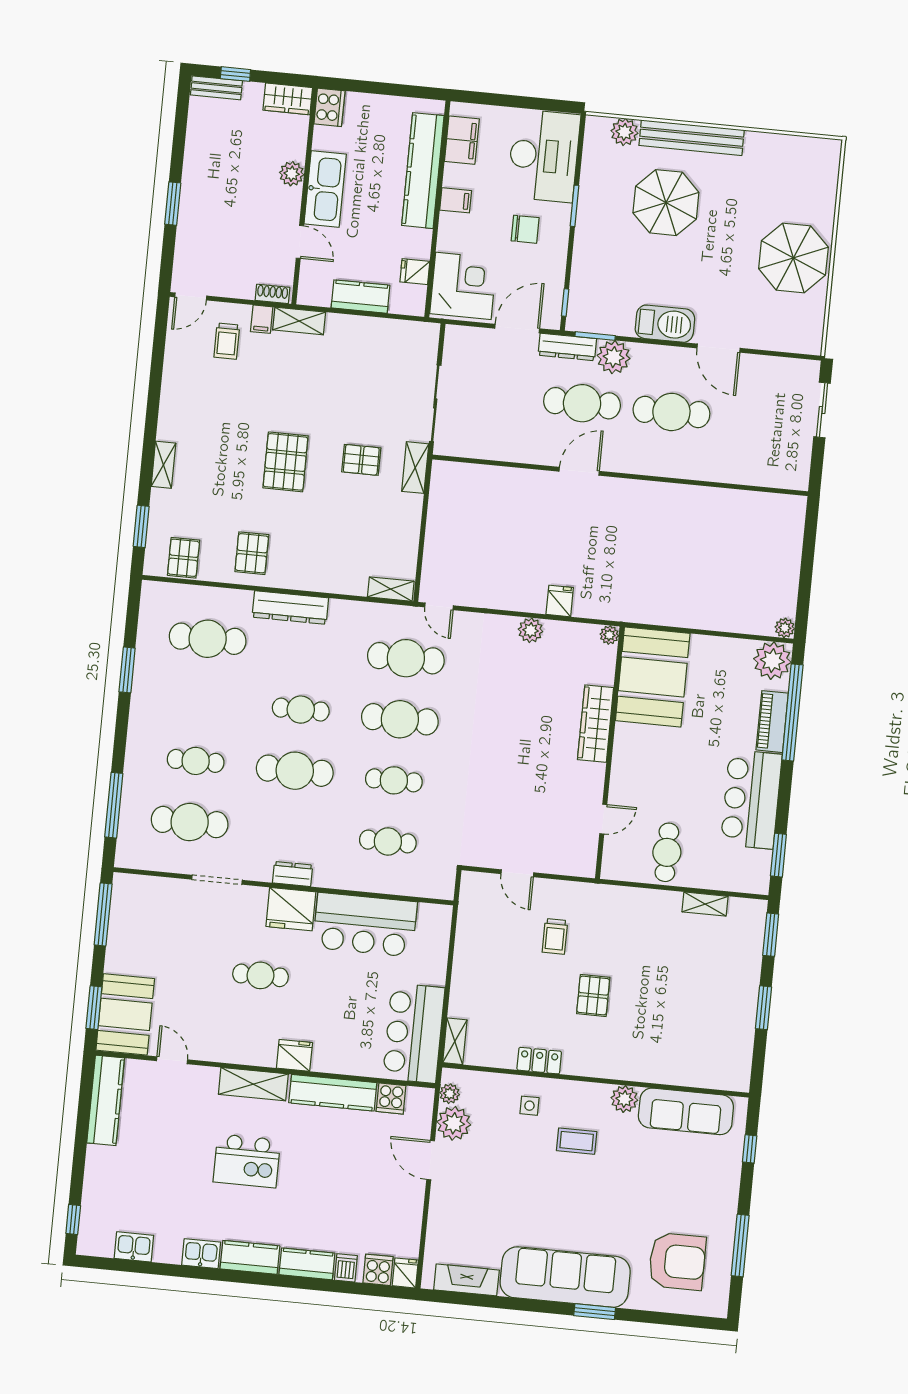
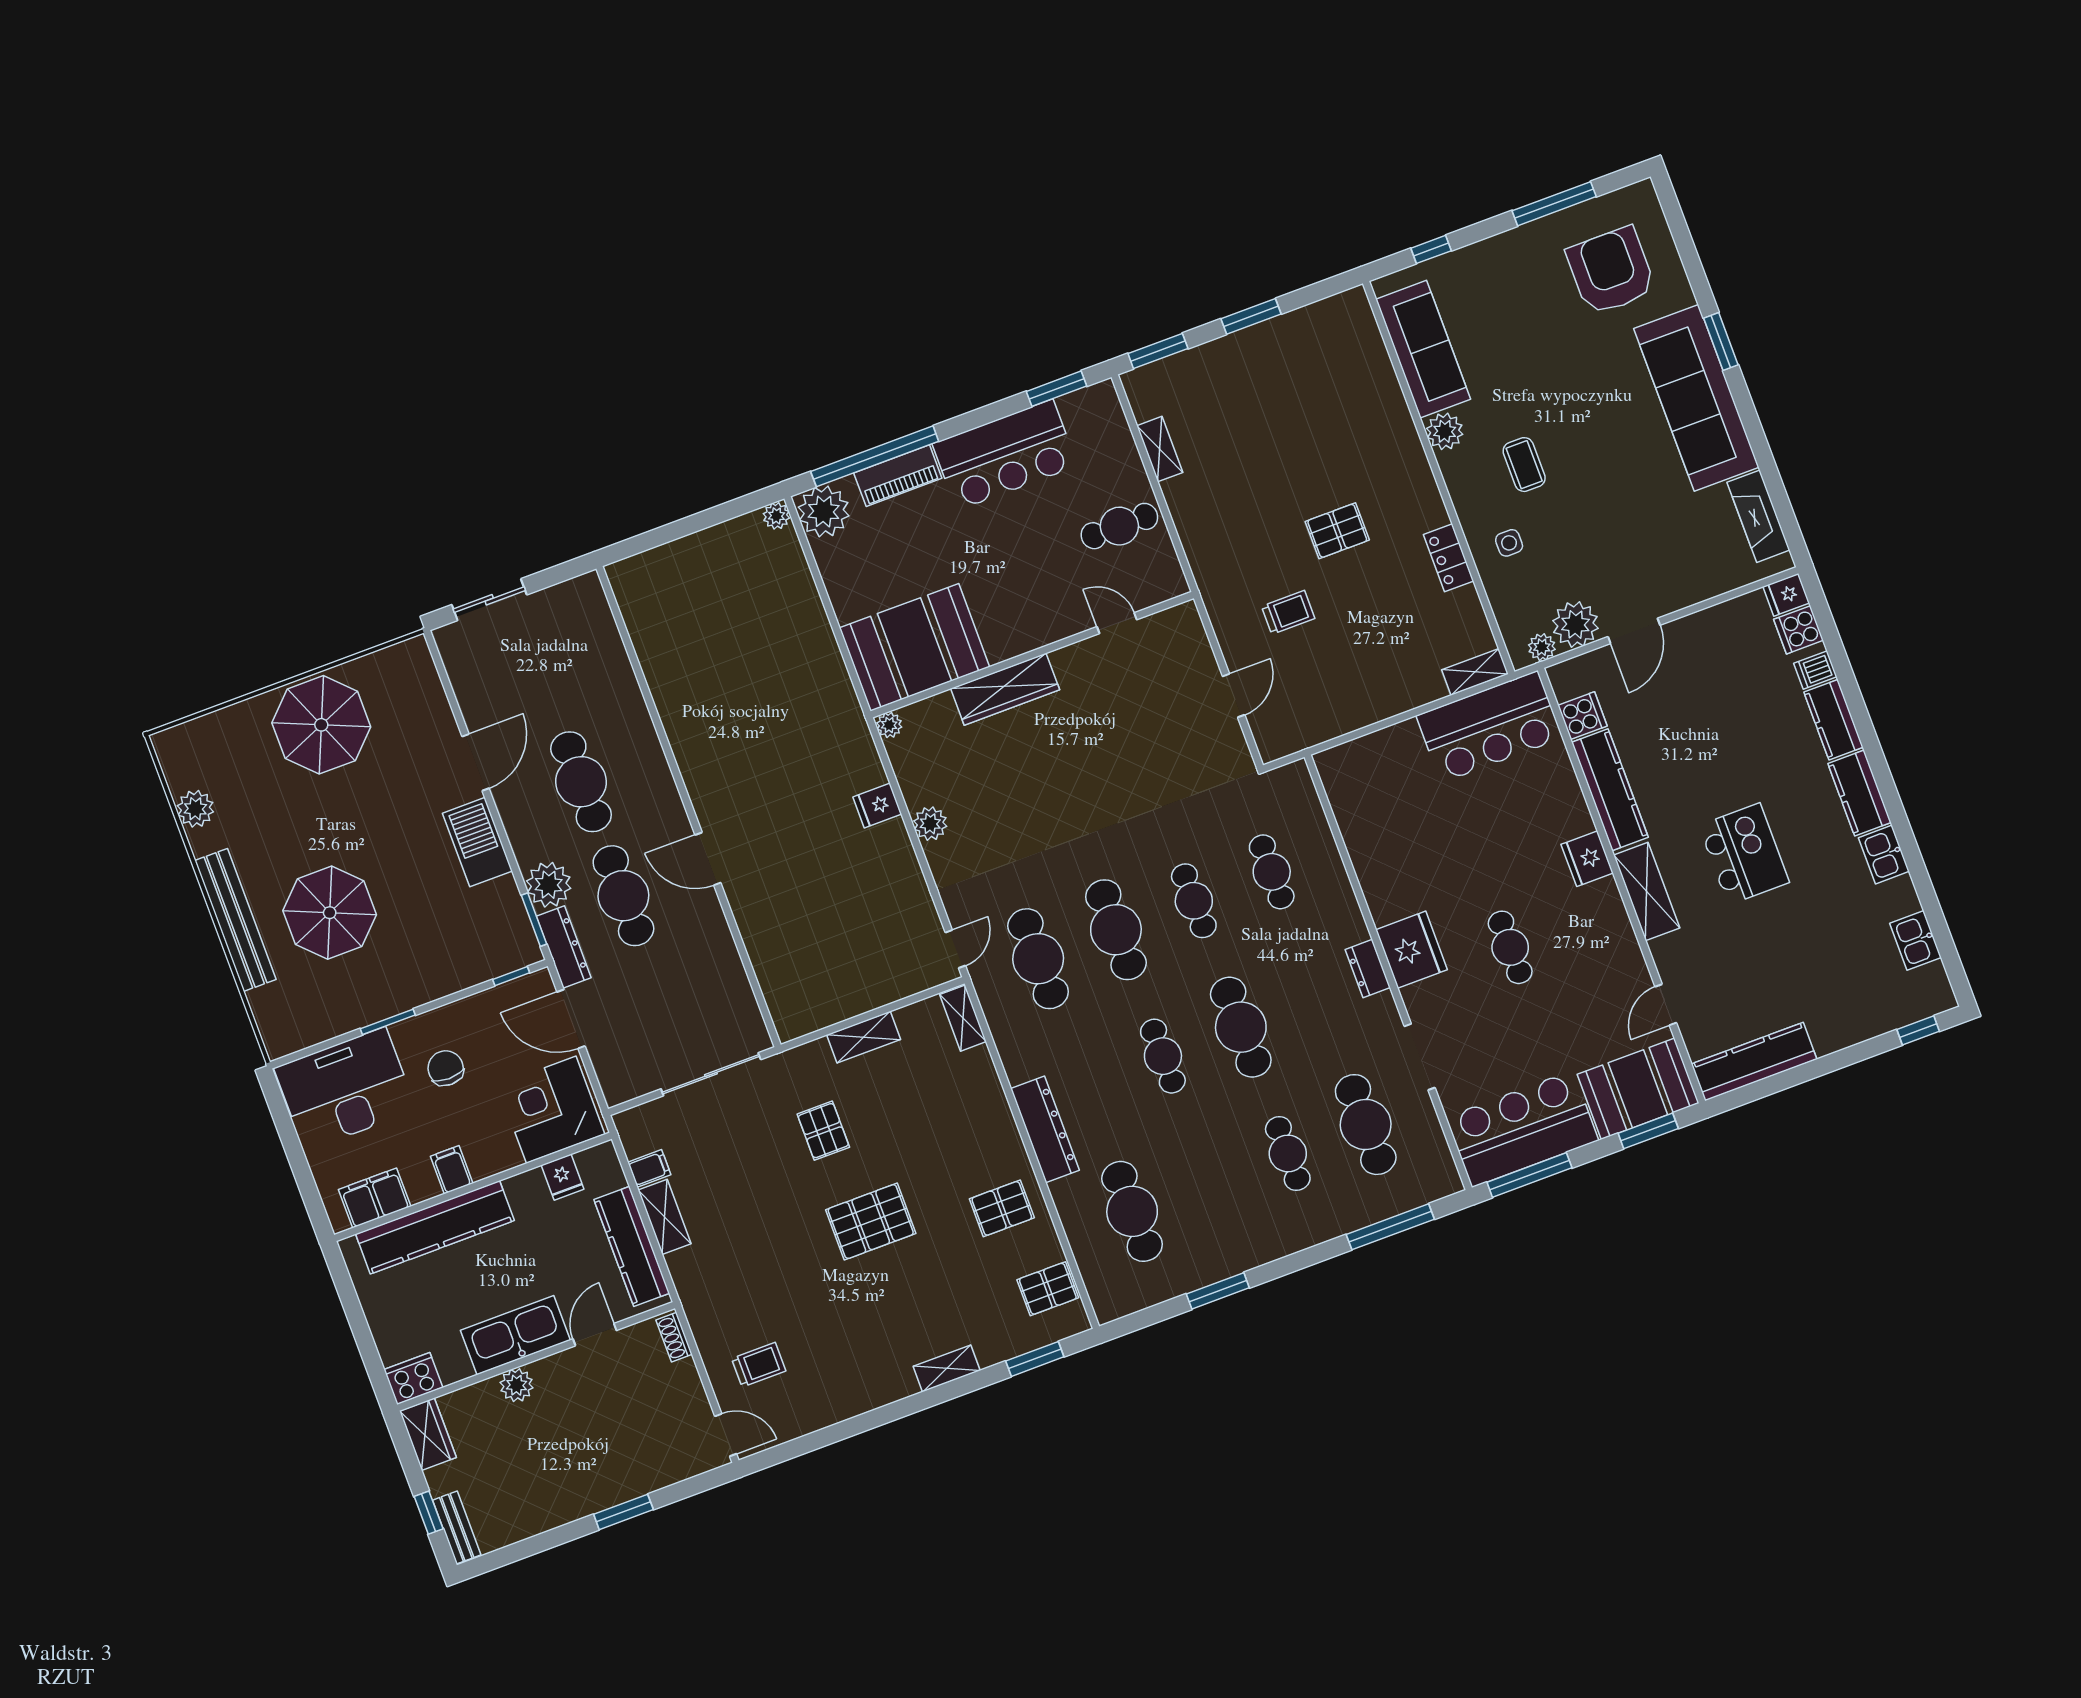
plant: (624, 132) -> (195, 809), moved
kitchen counter: (360, 297) -> (632, 1246), width x1.50
filing cabinet: (262, 319) -> (649, 1168), moved
shelving: (299, 321) -> (665, 1217), moved
shelving: (415, 468) -> (864, 1037), moved
bar counter: (365, 925) -> (1522, 1129), moved, turned -90

